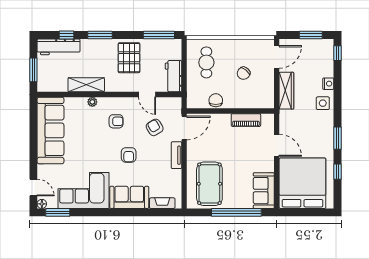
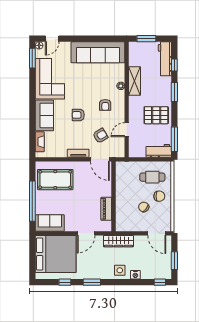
workbench: (174, 76) -> (159, 151), moved
wardrobe: (286, 91) -> (118, 241), moved
chair: (216, 100) -> (159, 196), moved

